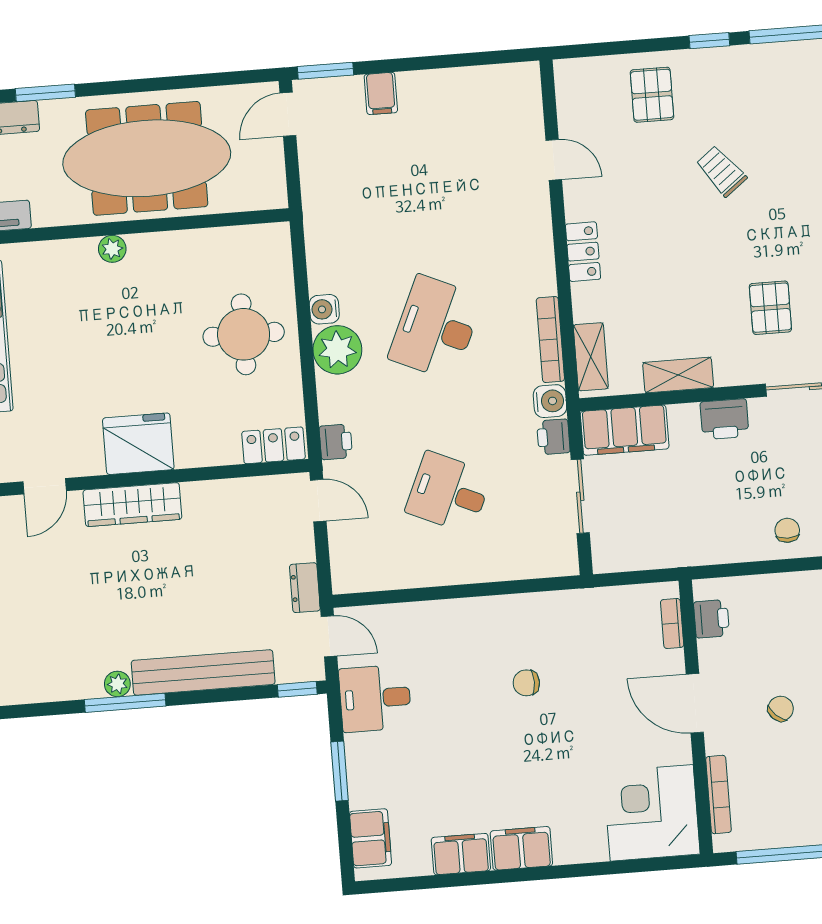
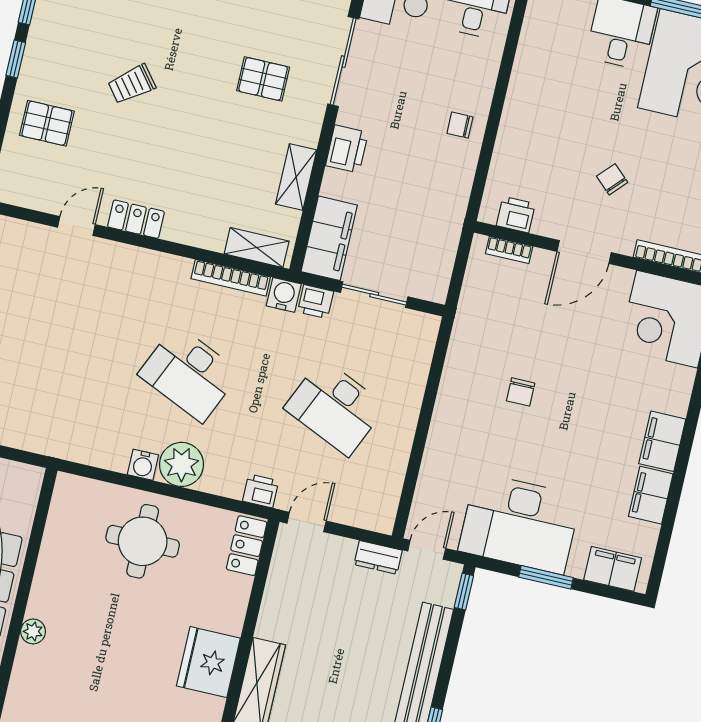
locker: (583, 252) -> (136, 219), moved
desk: (449, 493) -> (335, 407), width x1.37
desk: (375, 698) -> (520, 523), width x1.87, depth x1.30

